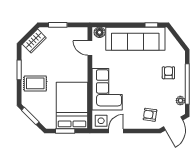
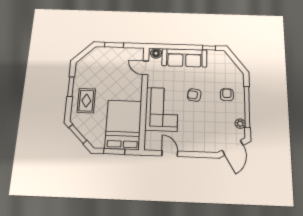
sofa: (135, 39) -> (184, 58), width x0.74, depth x0.79
wardrobe: (34, 41) -> (89, 59), removed
rug: (35, 83) -> (86, 101), turned 90
armchair: (150, 115) -> (194, 95), moved
side table: (101, 121) -> (154, 142), removed
door: (116, 131) -> (170, 154), hinge flipped

